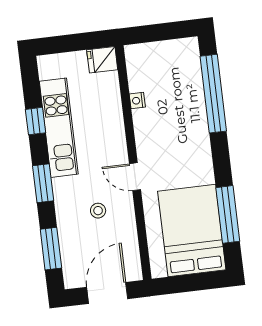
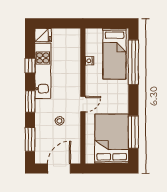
fridge: (102, 60) -> (43, 35), moved, turned 180
bed: (179, 83) -> (114, 54), added
door: (135, 177) -> (83, 104), swing flipped

